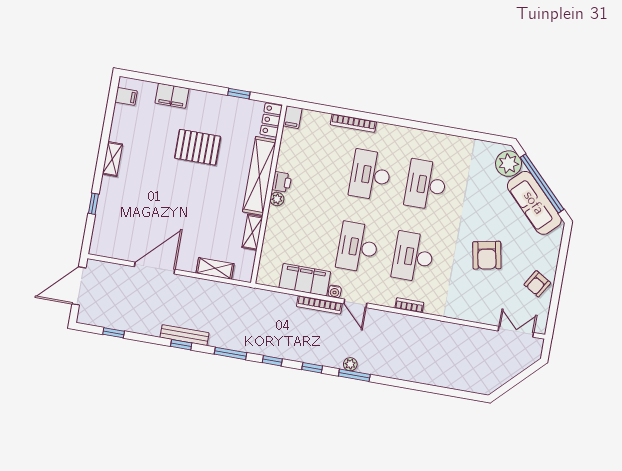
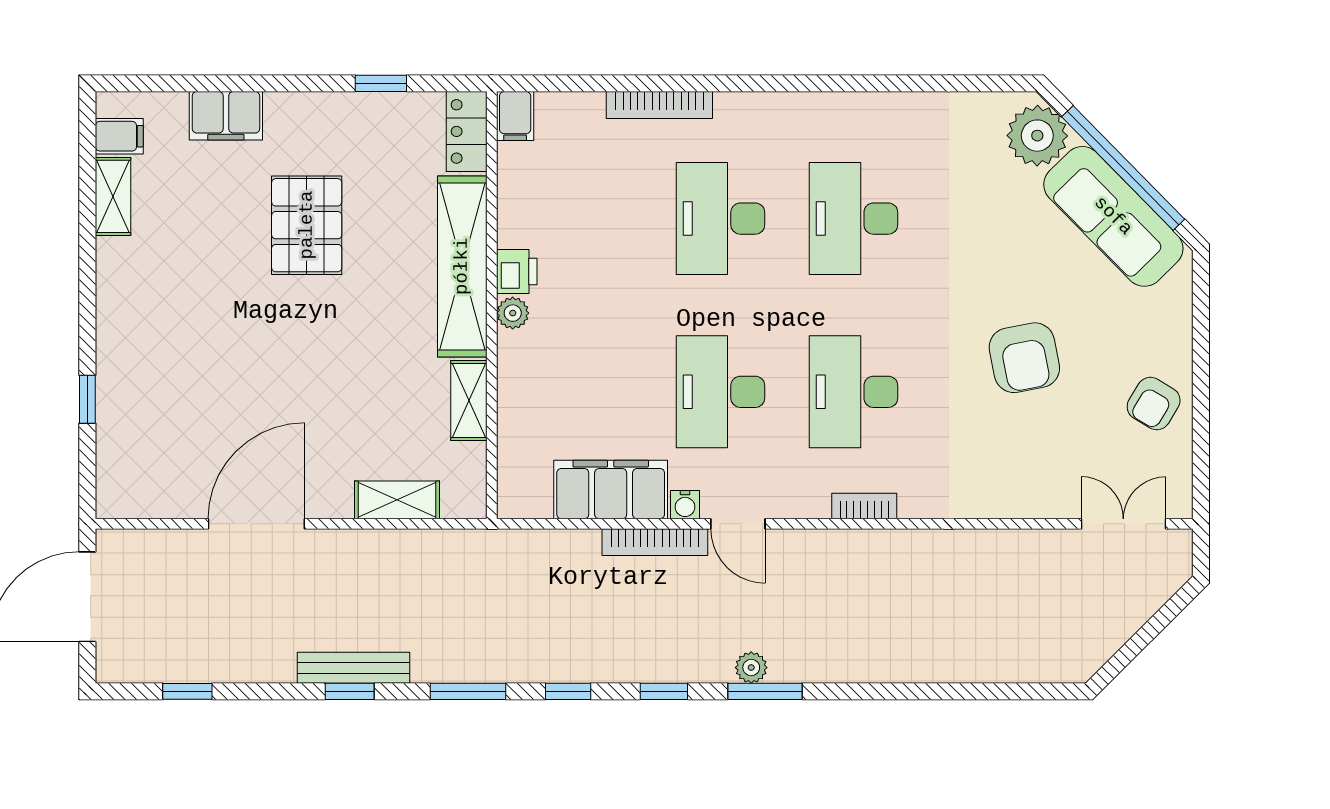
pallet: (198, 147) -> (307, 225), turned 90
shelving: (112, 159) -> (113, 196), moved

